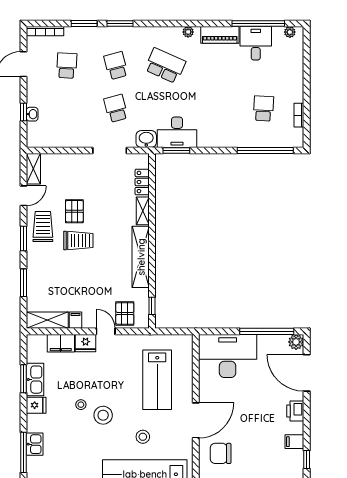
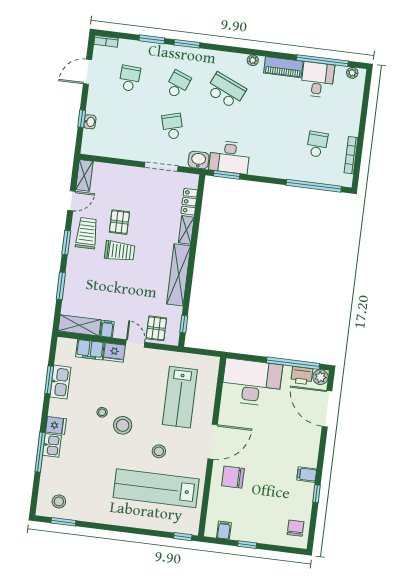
bookcase: (45, 31) -> (106, 41), width x0.64
school desk: (116, 66) -> (178, 84), turned 36
bookcase: (299, 115) -> (351, 155), width x1.56
fridge: (36, 405) -> (56, 425), moved
printer: (295, 411) -> (302, 376), moved, turned -90

